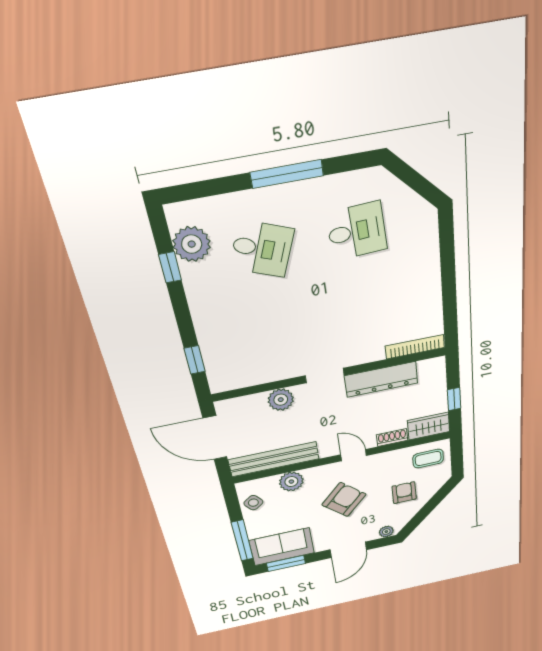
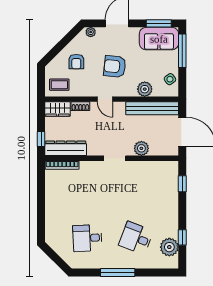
dresser: (381, 379) -> (66, 148), moved
window: (454, 399) -> (41, 139), moved
armchair: (344, 500) -> (115, 66), turned 53

